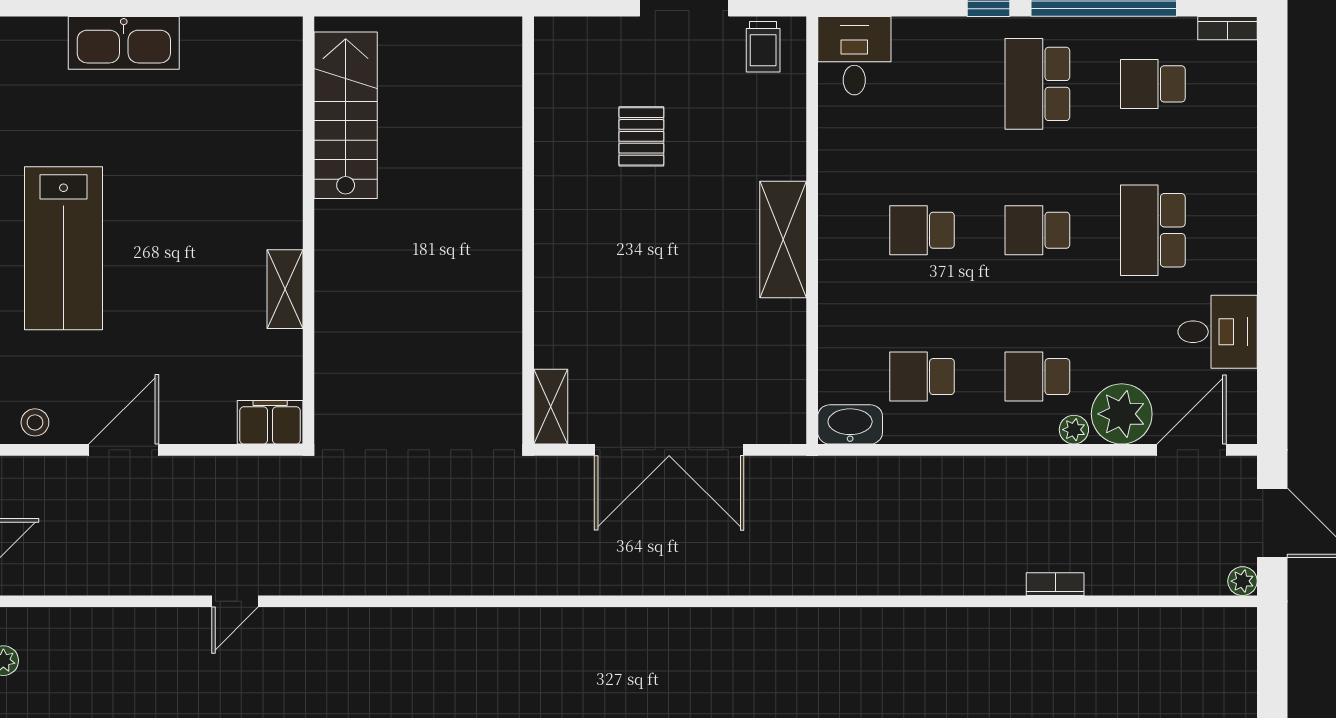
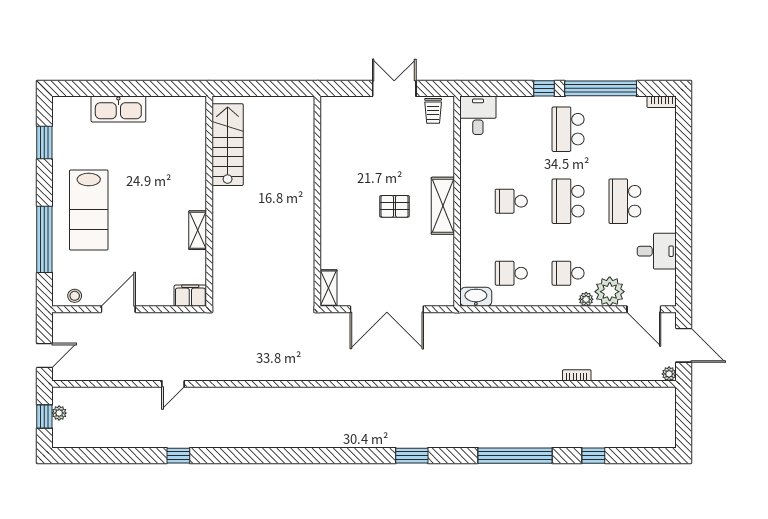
school desk: (1153, 84) -> (625, 129), removed
pallet: (641, 136) -> (395, 206), moved, turned 90
school desk: (1037, 230) -> (568, 201), width x1.85
door: (1191, 450) -> (644, 309), swing flipped

